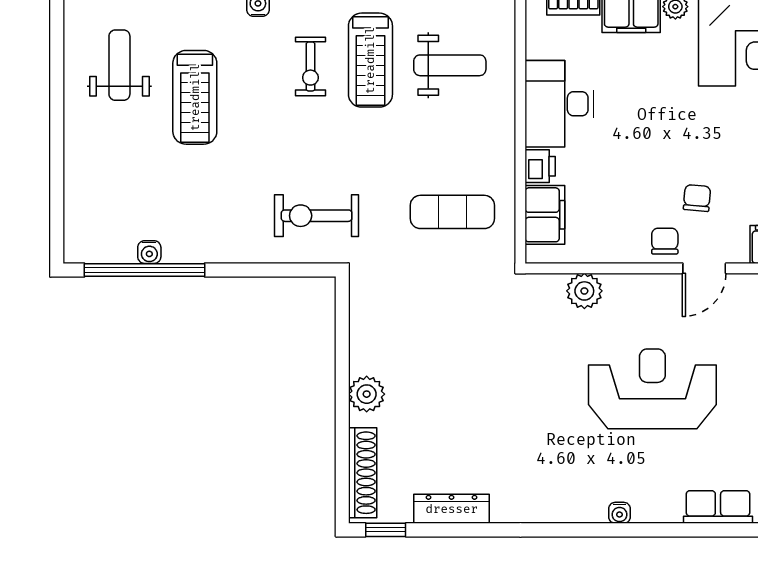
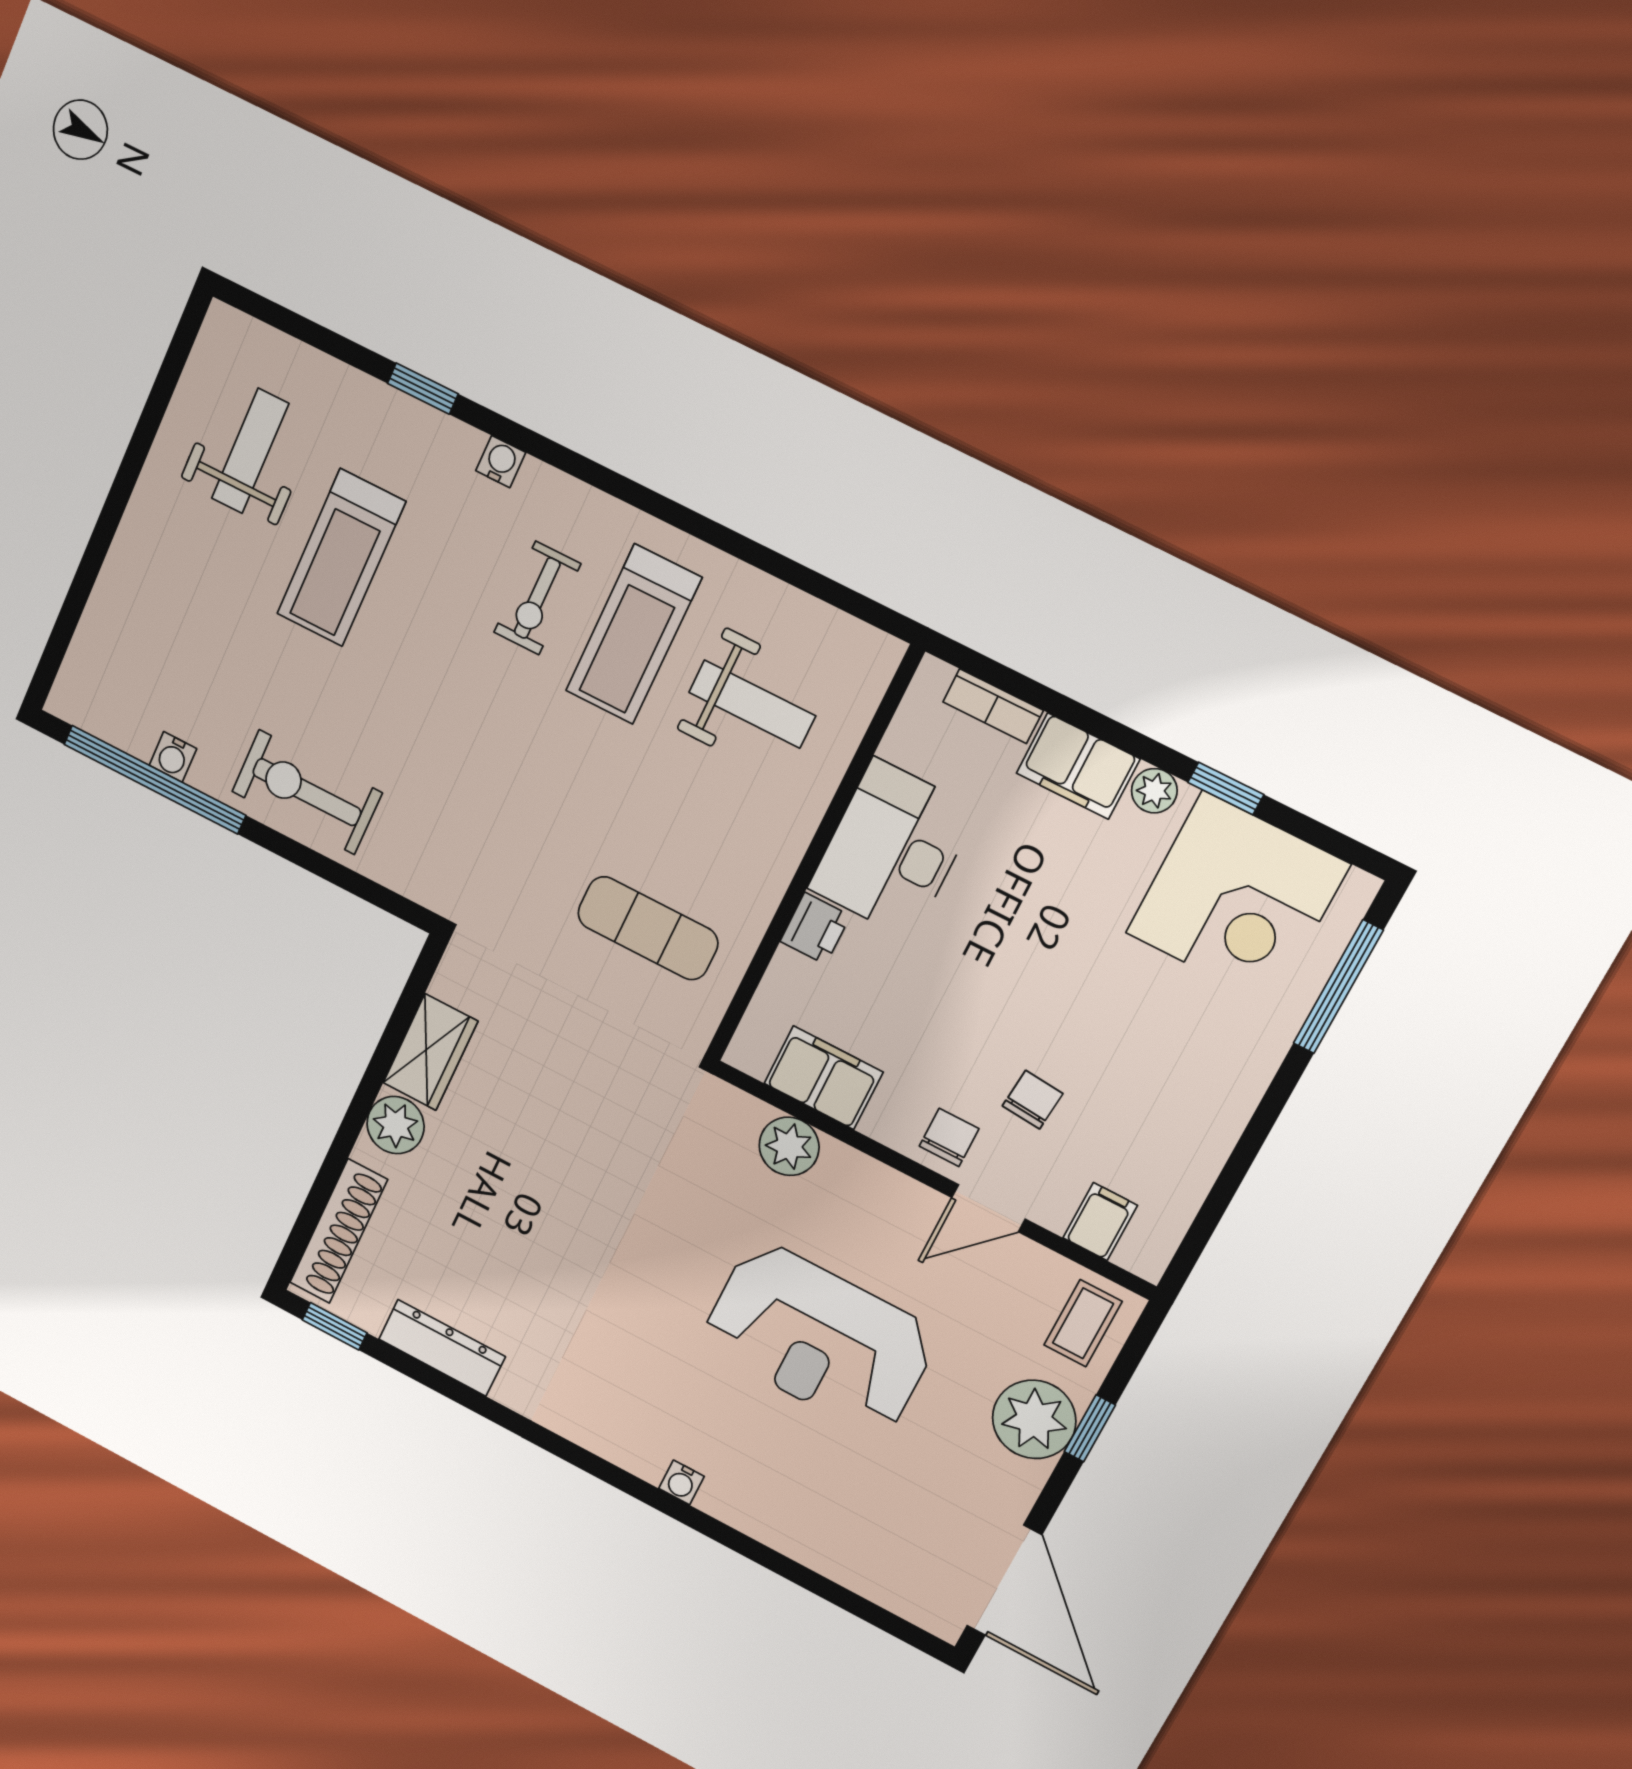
filing cabinet: (545, 215) -> (823, 1078), moved, turned -90
exercise bike: (317, 216) -> (307, 792), moved
wardrobe: (367, 342) -> (430, 1052), added
reception desk: (652, 389) -> (819, 1338), turned 180
row of seats: (718, 507) -> (830, 1551), removed

